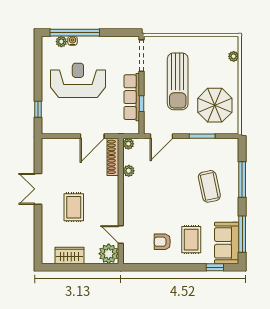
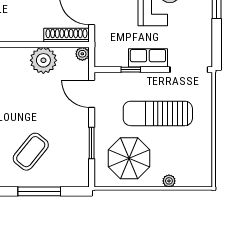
plant: (234, 56) -> (169, 181), moved
row of seats: (132, 97) -> (148, 58), width x0.68
plant: (129, 171) -> (43, 60), width x1.88, depth x1.88
coffee table: (209, 186) -> (31, 152), turned -39

